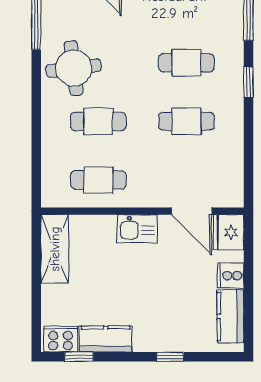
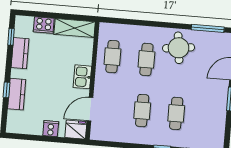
kitchen counter: (231, 316) -> (17, 94), moved, turned 90
cooker: (61, 339) -> (44, 25), moved, turned 90

